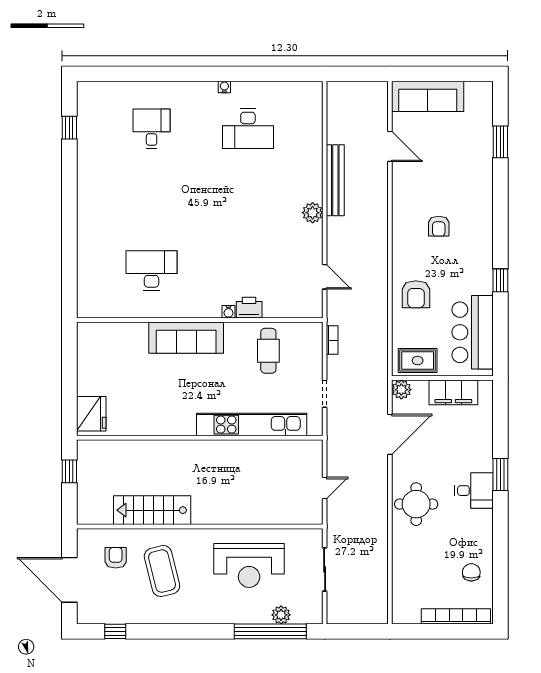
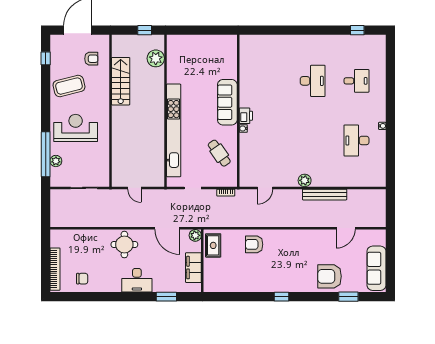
sofa: (428, 96) -> (377, 268), moved
armchair: (439, 226) -> (330, 276), moved, width x1.88, depth x1.88
desk: (152, 271) -> (313, 81), moved
window: (500, 280) -> (282, 297), moved
printer: (249, 308) -> (246, 116), moved
bar counter: (473, 332) -> (231, 279), removed
cafe table: (268, 351) -> (219, 153), turned 55
fridge: (91, 414) -> (180, 44), removed
kitchen unit: (252, 425) -> (174, 130), width x1.36
plant: (115, 453) -> (156, 58), added
window: (500, 475) -> (166, 297), moved
desk: (474, 491) -> (137, 280), width x1.37
reception desk: (249, 565) -> (76, 128), moved, turned 90
coffee table: (162, 571) -> (69, 86), moved

